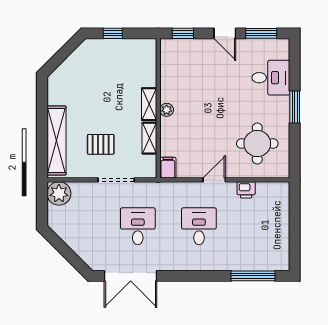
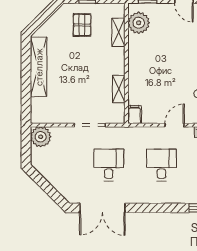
shelving: (149, 104) -> (118, 32), moved
plant: (167, 110) -> (139, 23), moved, width x1.88, depth x1.88
shelving: (57, 140) -> (39, 67), moved
pallet: (101, 144) -> (82, 25), moved, turned 90

